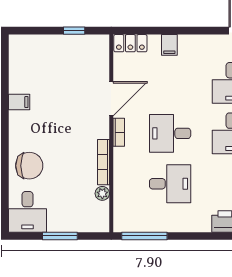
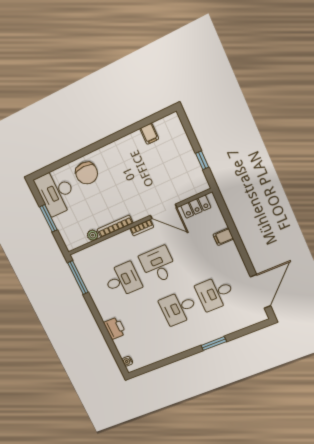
locker: (130, 43) -> (196, 207), moved, turned -90
filing cabinet: (19, 102) -> (149, 134), moved
desk: (170, 184) -> (123, 280), turned -90
desk: (27, 212) -> (56, 192), width x1.37

